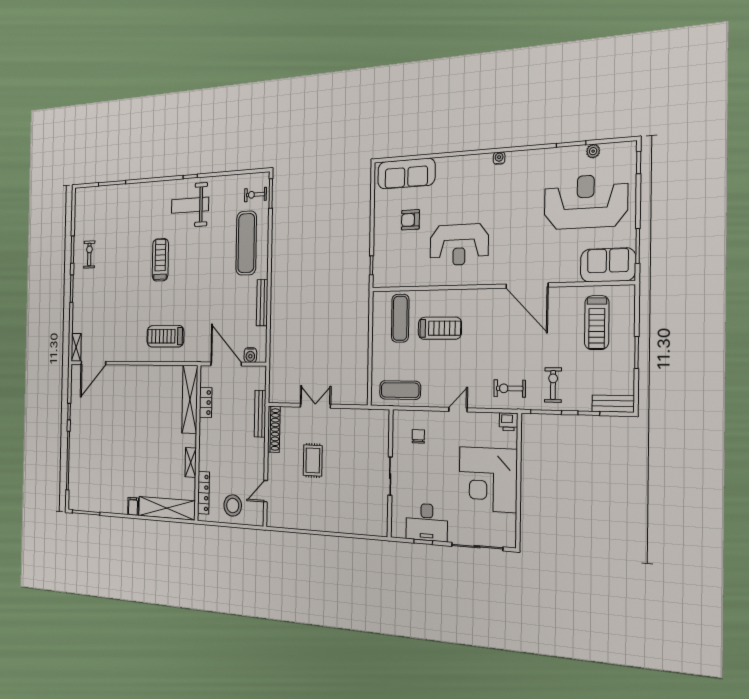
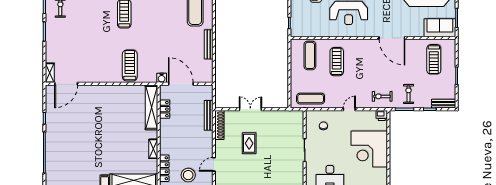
treadmill: (440, 328) -> (337, 62), turned -90
treadmill: (165, 336) -> (130, 65), turned 90
water cooler: (250, 355) -> (162, 78), moved

